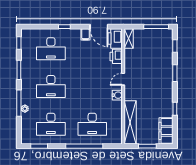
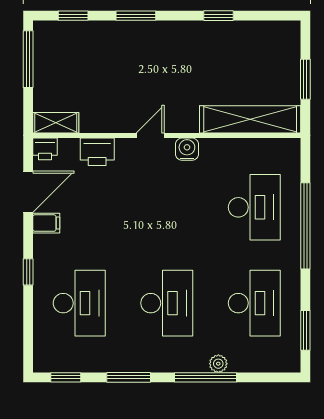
printer: (115, 39) -> (45, 149), width x0.53, depth x0.68
door: (123, 79) -> (150, 135), swing flipped
filing cabinet: (166, 131) -> (270, 36), removed

